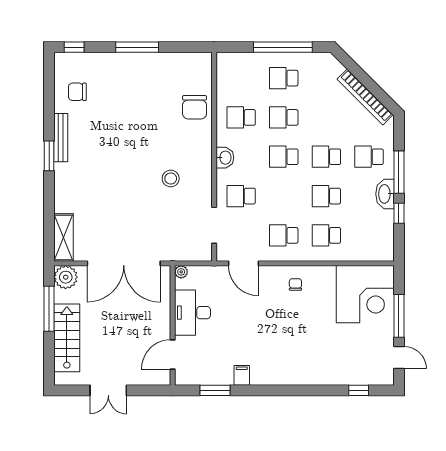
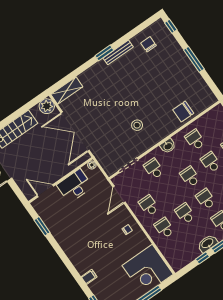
window: (49, 309) -> (24, 109), removed
filing cabinet: (242, 375) -> (89, 277), moved

